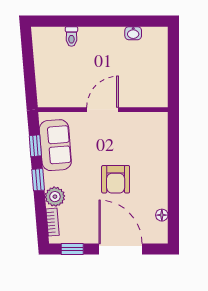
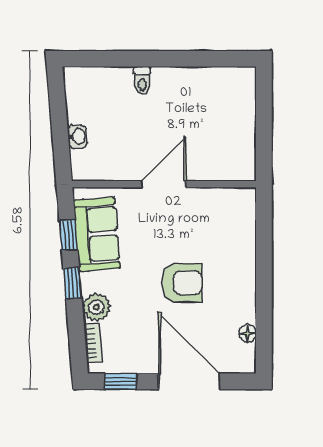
washbasin: (133, 33) -> (77, 137), moved, turned -95
toilet: (71, 36) -> (142, 81), moved
armchair: (116, 179) -> (182, 283), turned -90

